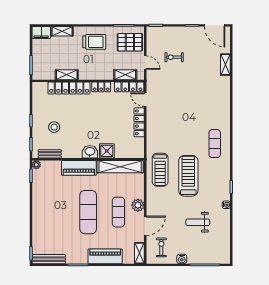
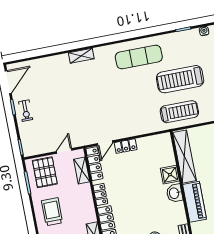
exercise bike: (174, 57) -> (26, 111), moved
shelving: (225, 65) -> (81, 56), moved
locker: (139, 122) -> (126, 146), width x0.66
exercise mat: (215, 144) -> (139, 57), width x1.36, depth x1.45

